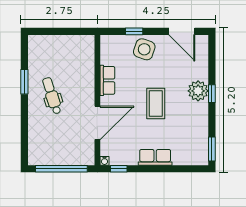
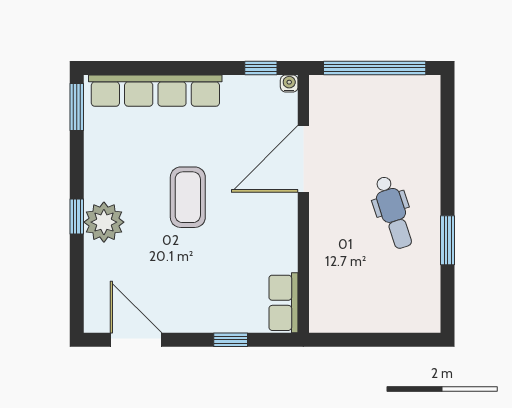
side table: (144, 49) -> (211, 304), removed
row of seats: (107, 80) -> (283, 303), moved
row of seats: (155, 157) -> (155, 91), width x2.02

